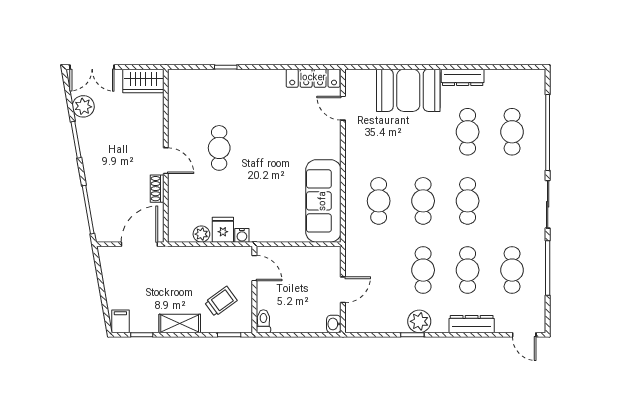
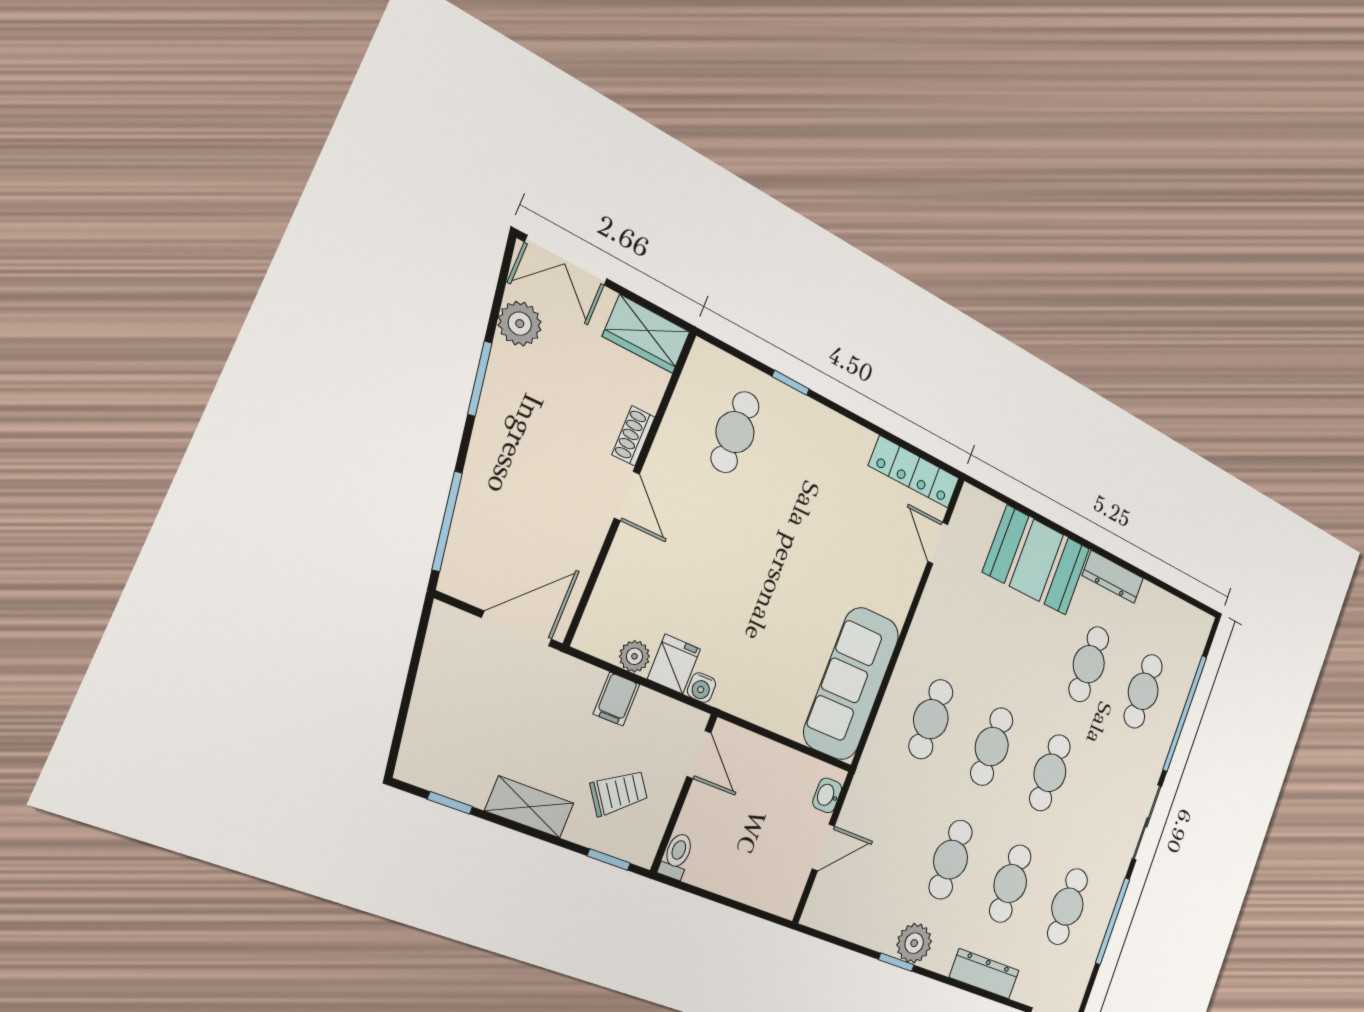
cafe table: (219, 148) -> (735, 432), moved
shoe rack: (157, 189) -> (633, 436), moved
filing cabinet: (120, 321) -> (616, 699), moved, turned 180
washbasin: (334, 324) -> (827, 795), moved

